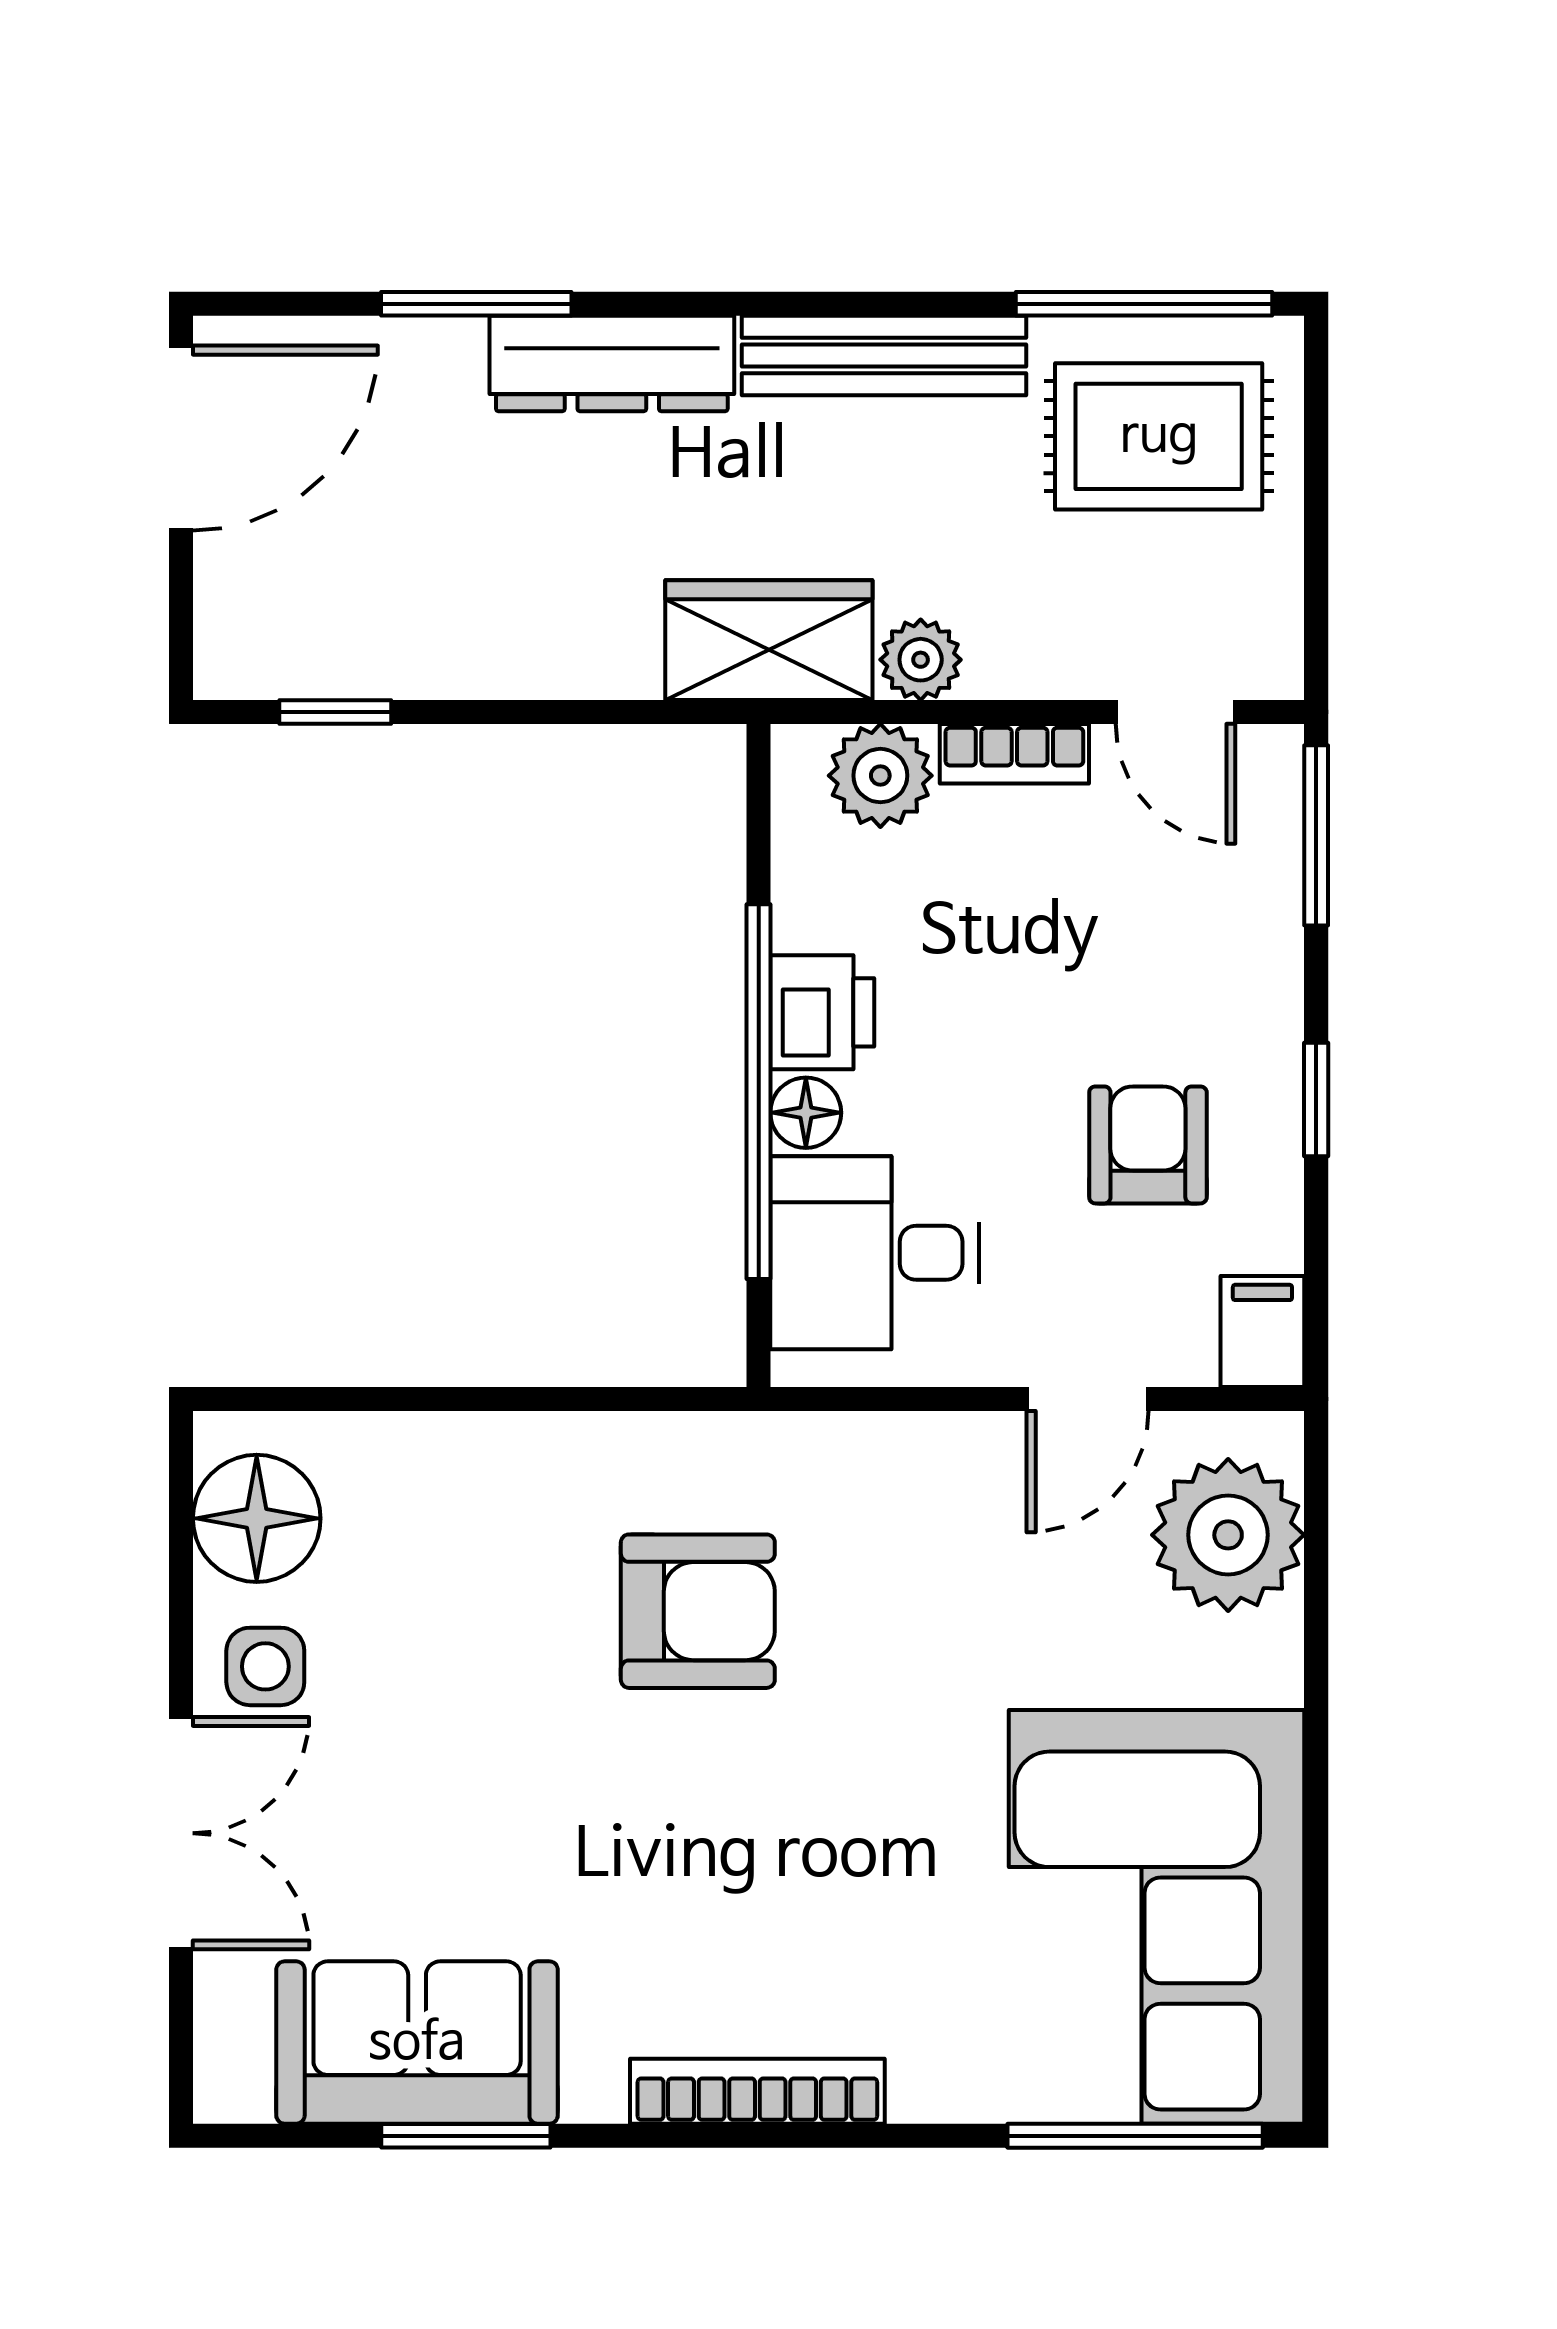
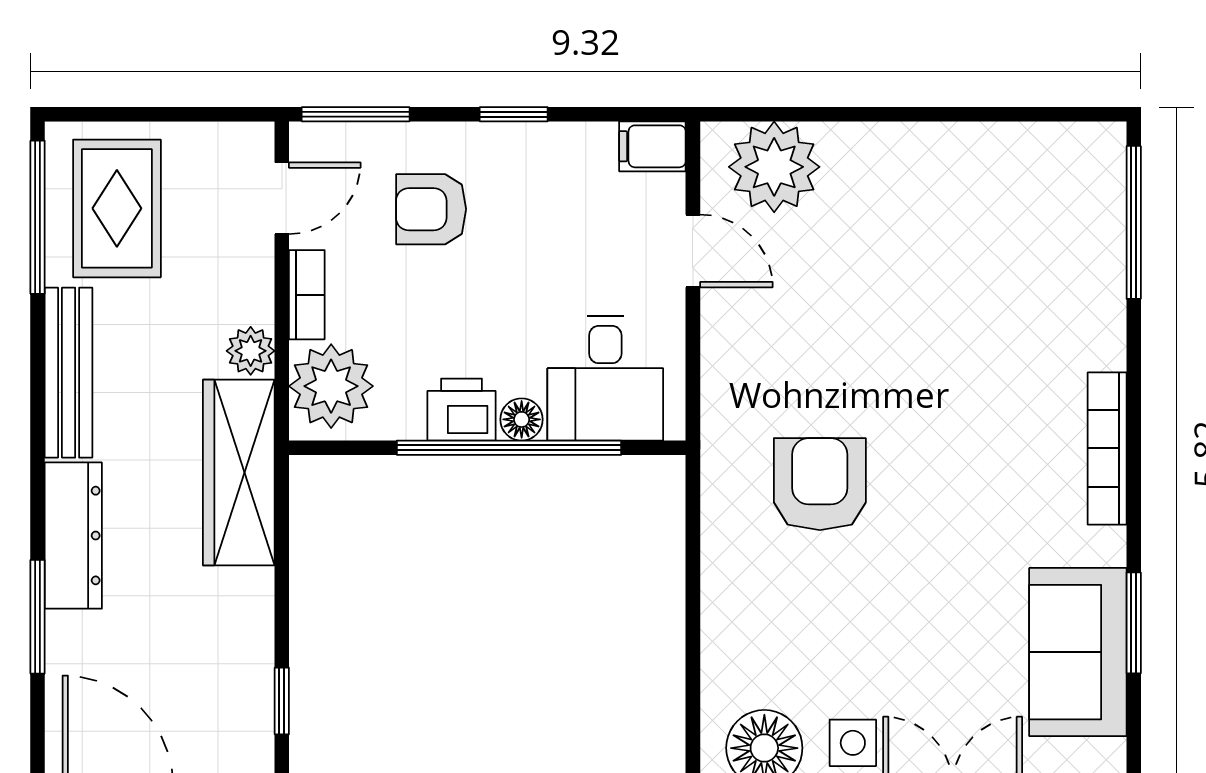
wardrobe: (769, 640) -> (239, 473), width x1.50
plant: (880, 776) -> (331, 386), width x1.36, depth x1.36
armchair: (1148, 1145) -> (431, 209), moved
corner sofa: (1156, 1917) -> (1003, 210), removed

